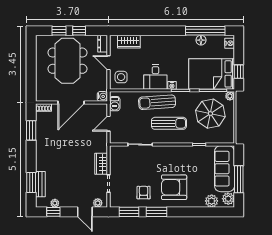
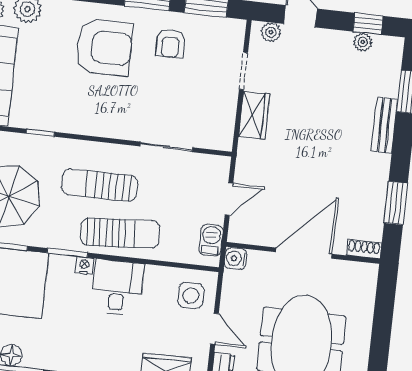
bench: (40, 184) -> (384, 125), moved

